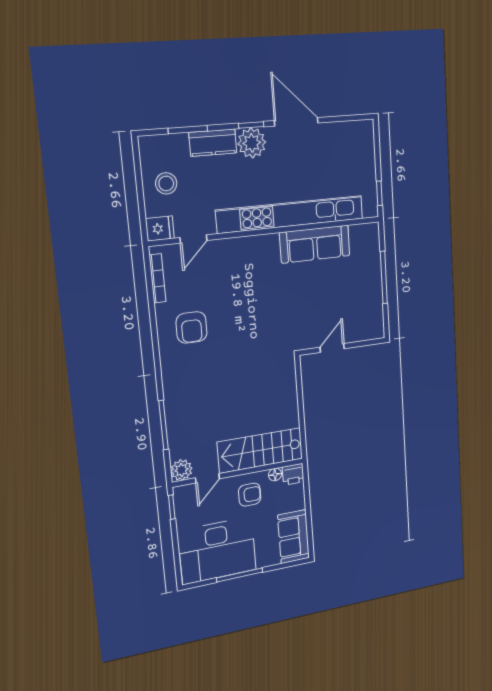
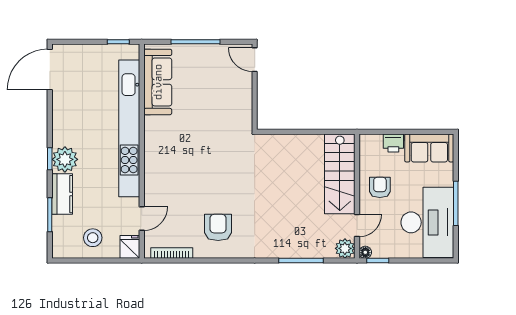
door: (296, 122) -> (50, 70), moved
door: (193, 239) -> (142, 218), hinge flipped
sofa: (315, 244) -> (158, 82), moved
armchair: (192, 327) -> (218, 227), turned -90
door: (332, 348) -> (255, 60), moved
floor lamp: (275, 474) -> (365, 252), moved
printer: (293, 474) -> (393, 143), moved, turned 90
door: (207, 478) -> (357, 225), hinge flipped

